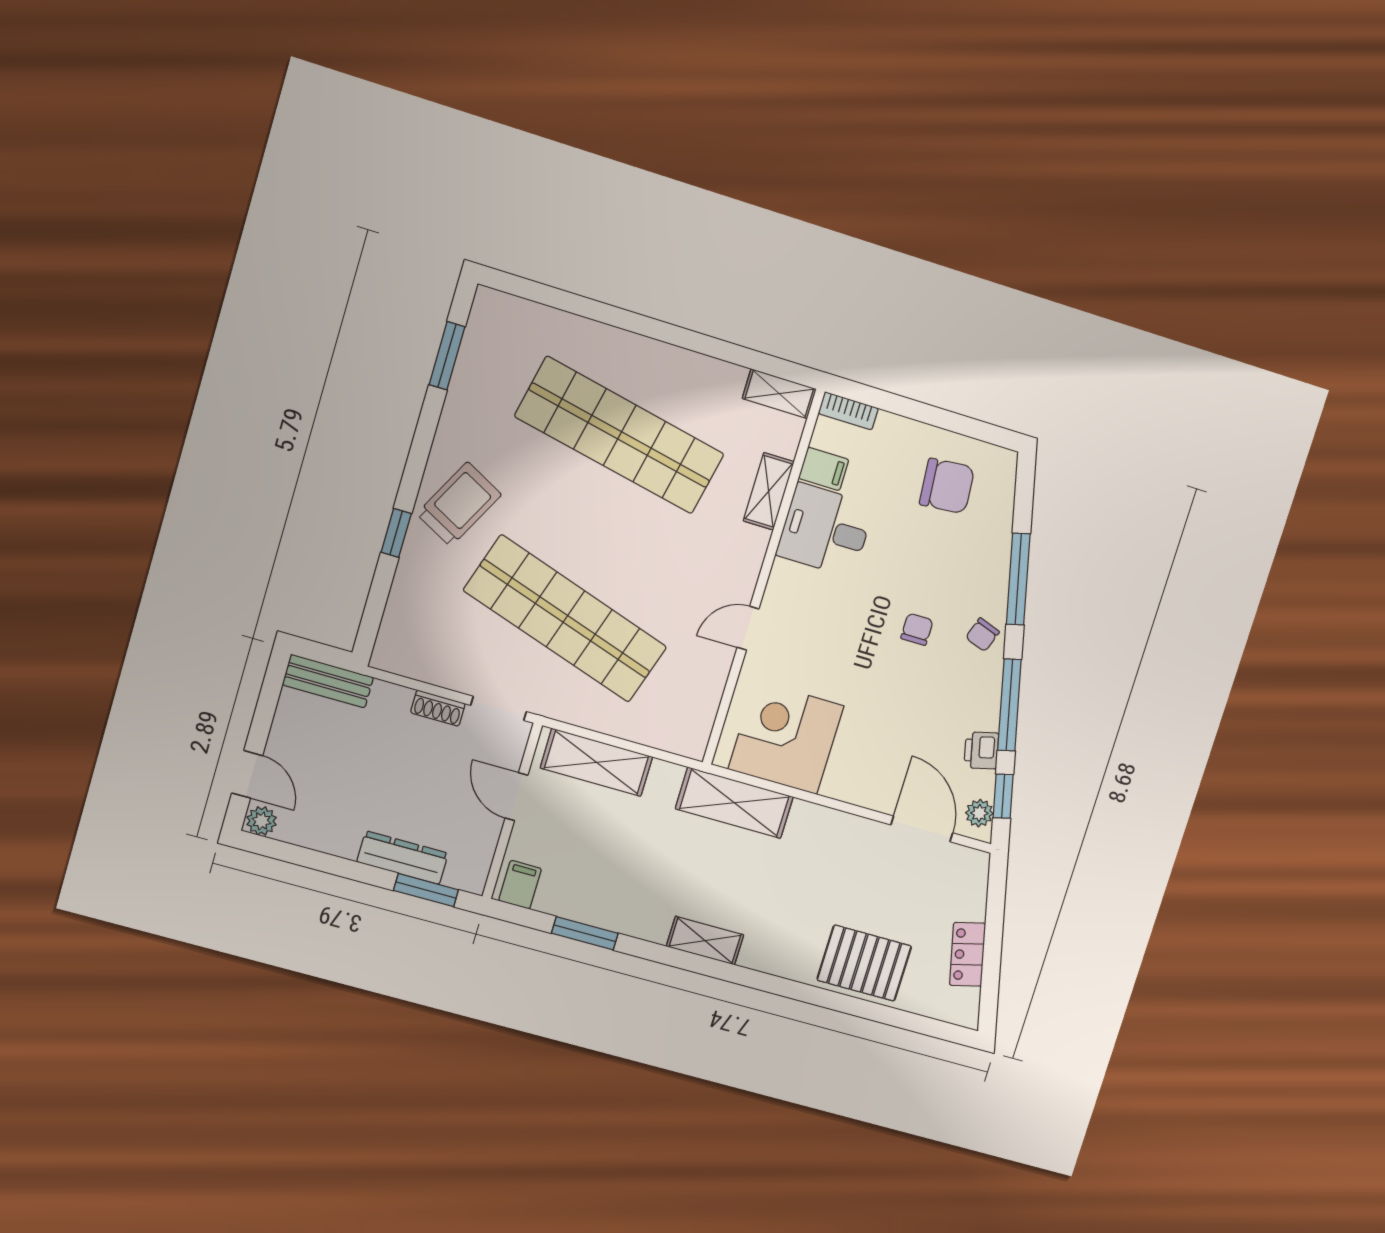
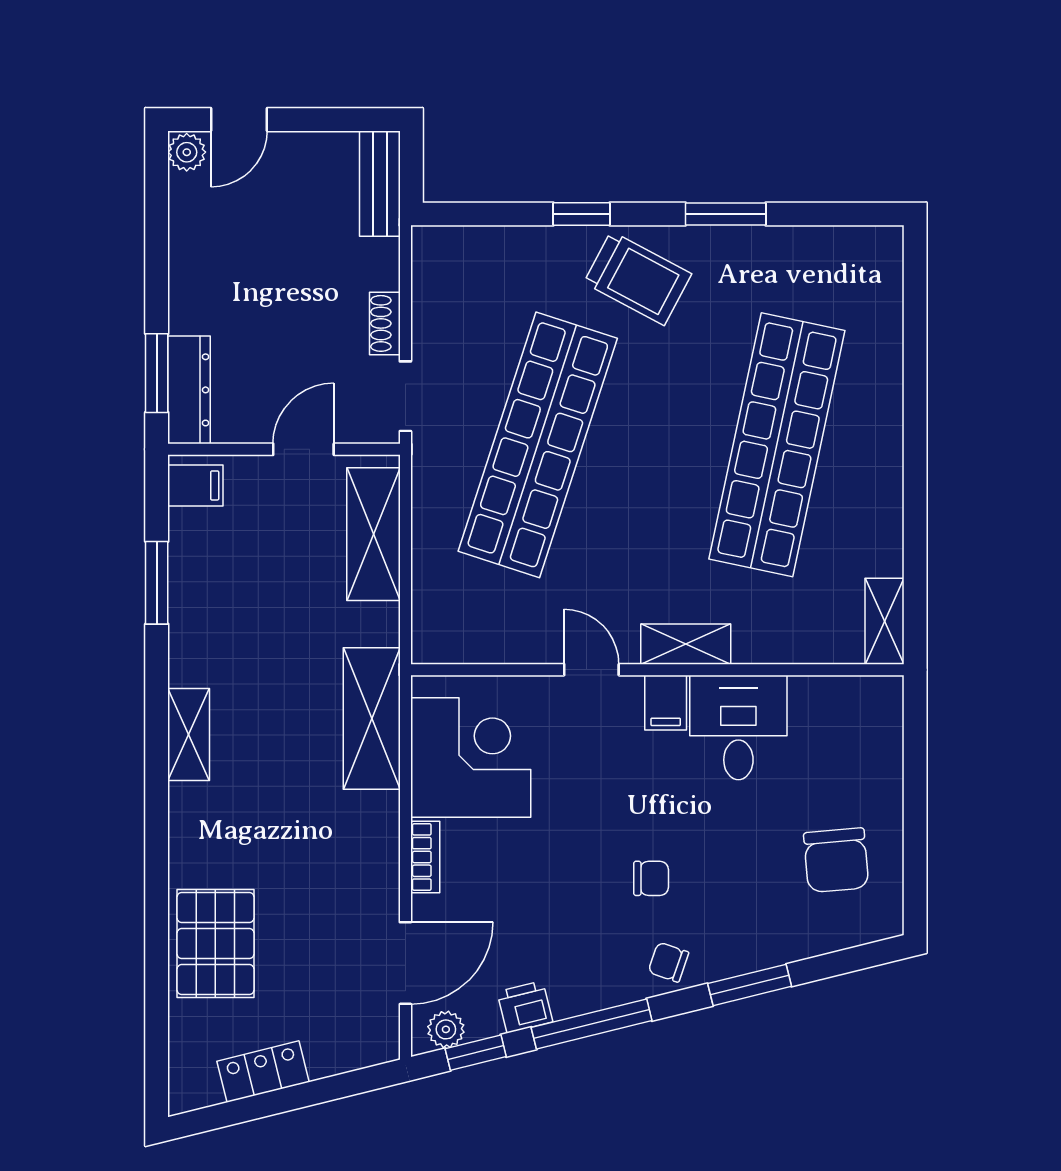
window: (447, 356) -> (726, 214), moved
bookcase: (848, 411) -> (425, 857), moved, turned 180
filing cabinet: (824, 469) -> (666, 703), moved
shelving: (769, 491) -> (686, 644), moved
window: (1018, 579) -> (750, 985), width x0.69
dresser: (403, 858) -> (189, 390), moved

